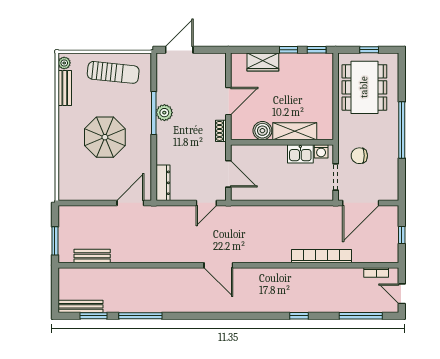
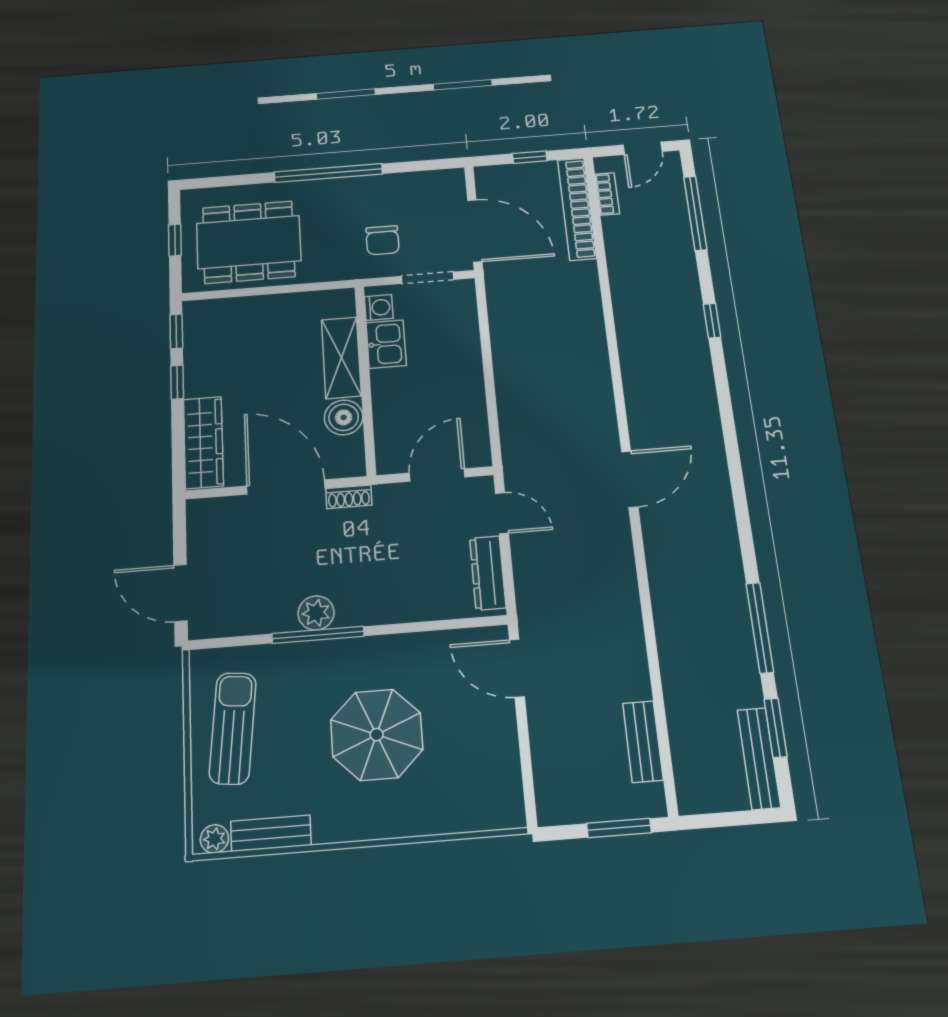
wardrobe: (263, 62) -> (203, 442), width x1.50
door: (228, 101) -> (286, 487), width x1.36
dresser: (163, 183) -> (488, 573), moved, turned -90
bookcase: (322, 256) -> (577, 209), moved

